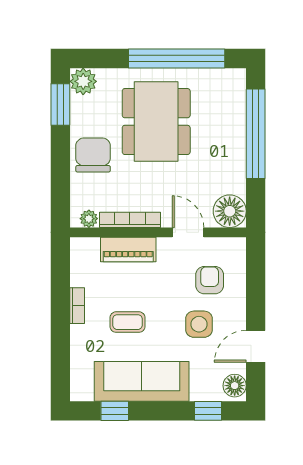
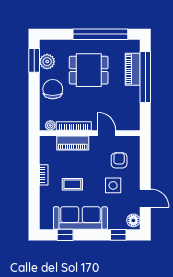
plant: (83, 81) -> (47, 62), moved
piano: (233, 120) -> (133, 69), added
dining table: (156, 122) -> (89, 70), width x0.73
floor lamp: (230, 211) -> (131, 121), removed
door: (256, 346) -> (145, 198), swing flipped

